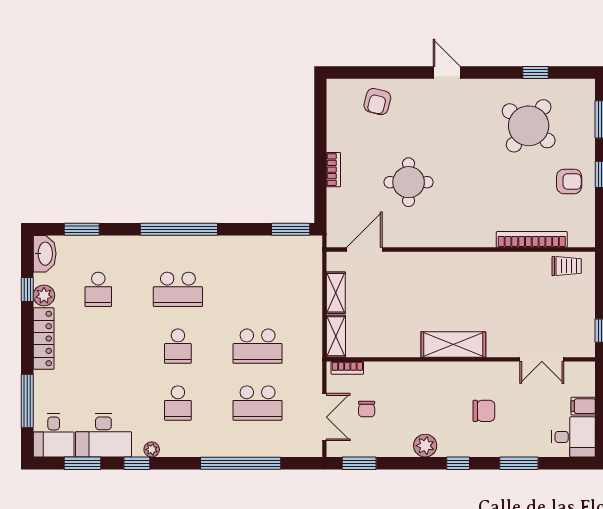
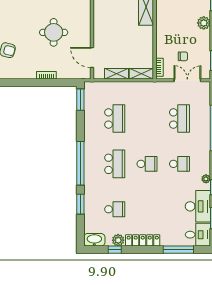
window: (82, 229) -> (80, 204), moved
school desk: (258, 346) -> (115, 118), moved

